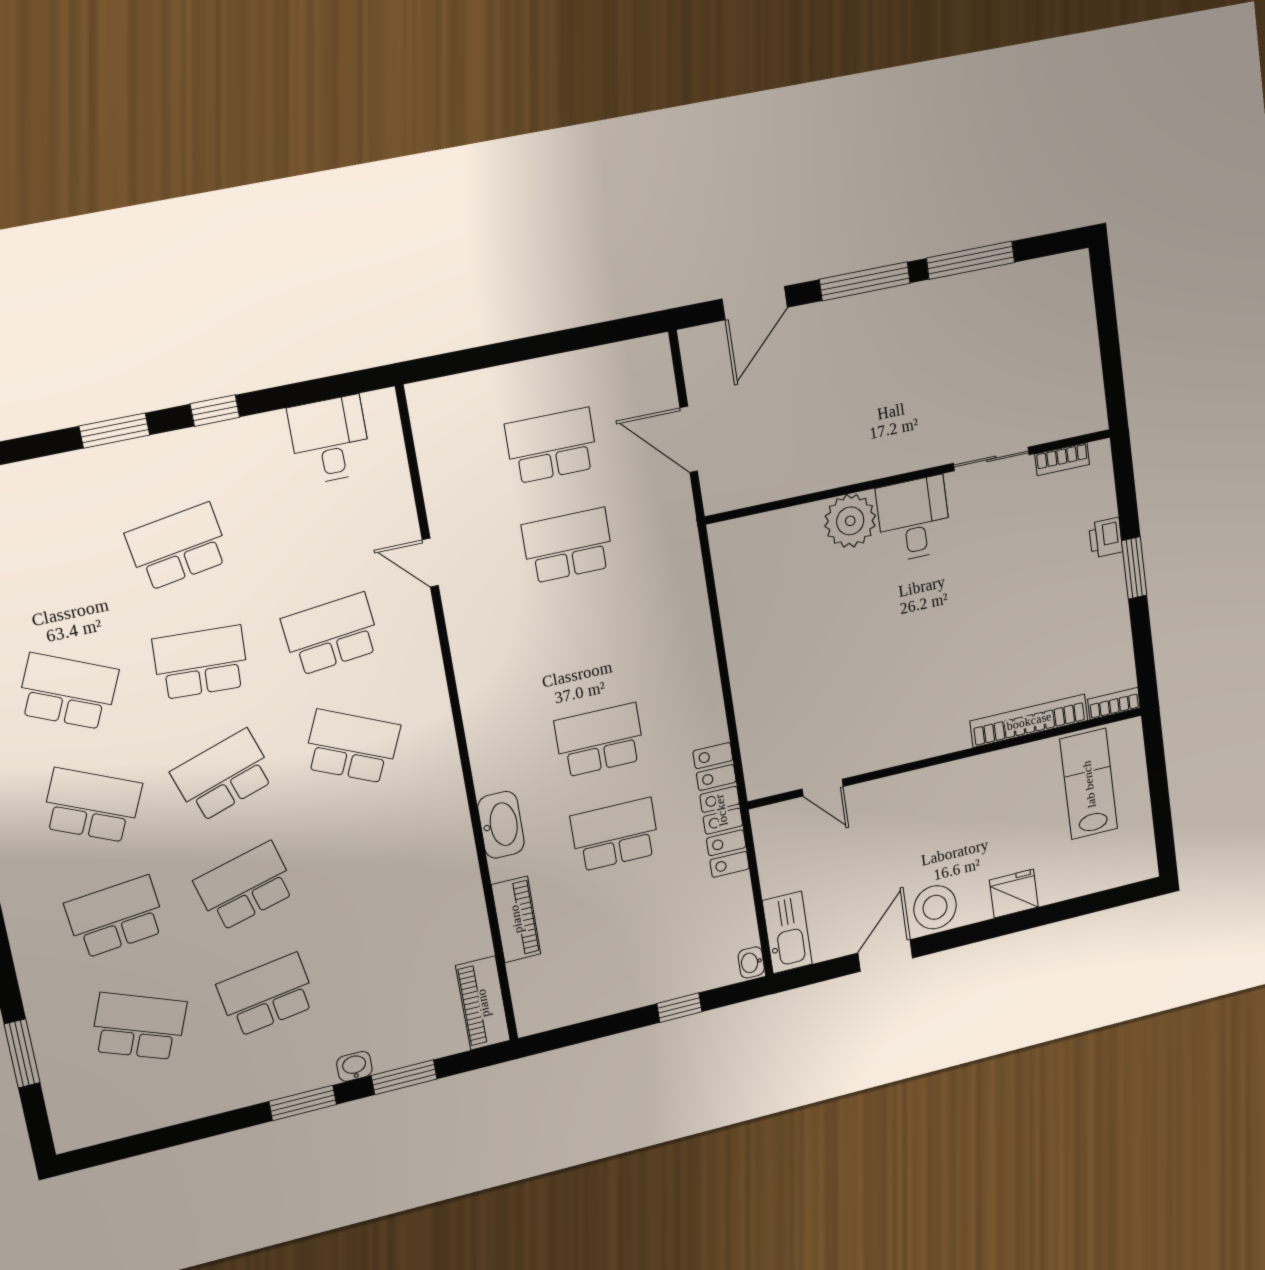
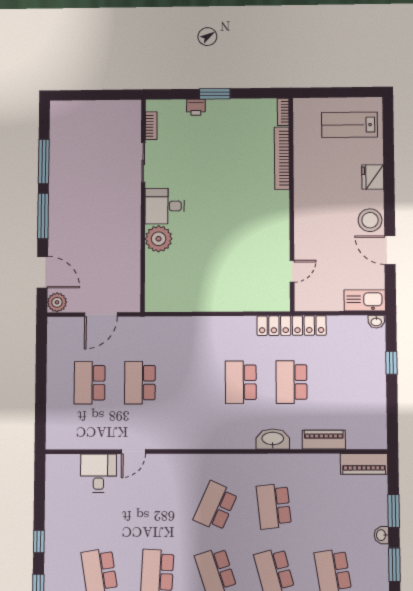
plant: (700, 346) -> (57, 302), added
desk: (330, 440) -> (99, 473), moved, turned 90
school desk: (331, 634) -> (274, 506), moved
lab bench: (1089, 784) -> (349, 125), moved

